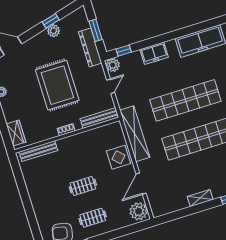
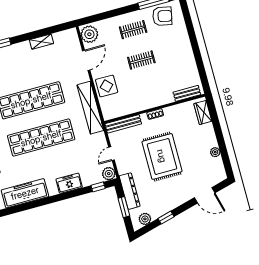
plant: (54, 31) -> (145, 219), moved
bench: (38, 151) -> (187, 93), width x0.73
shelving: (200, 198) -> (41, 42), moved

